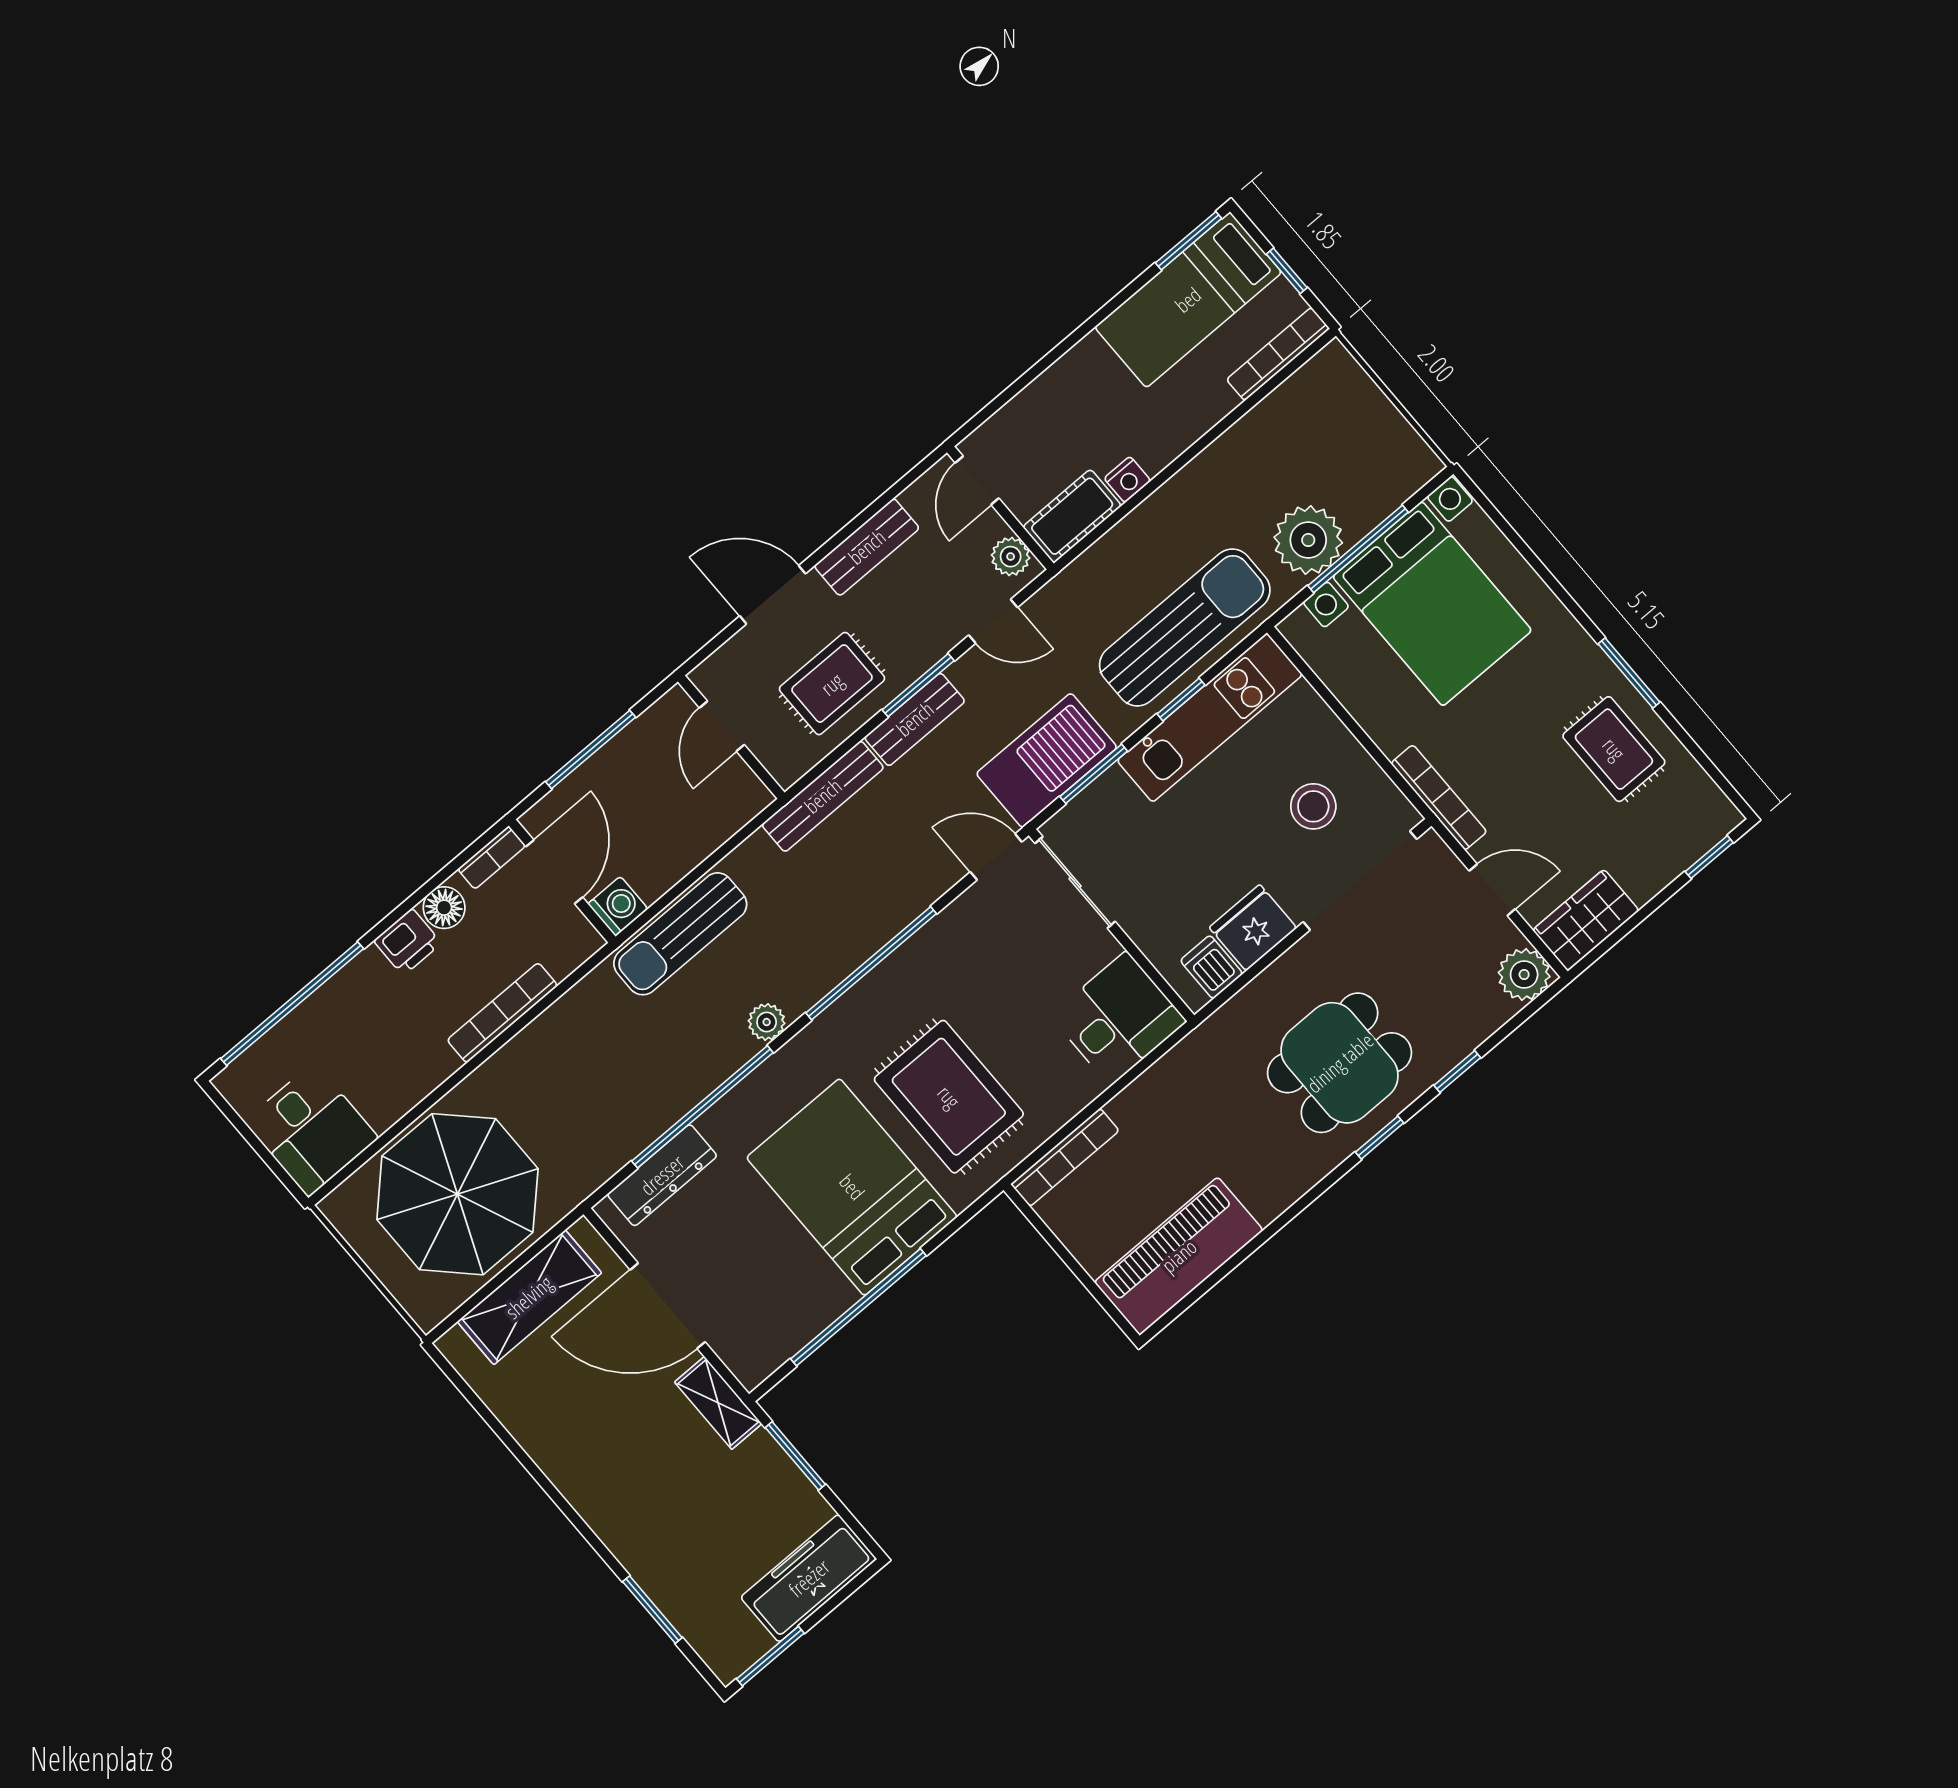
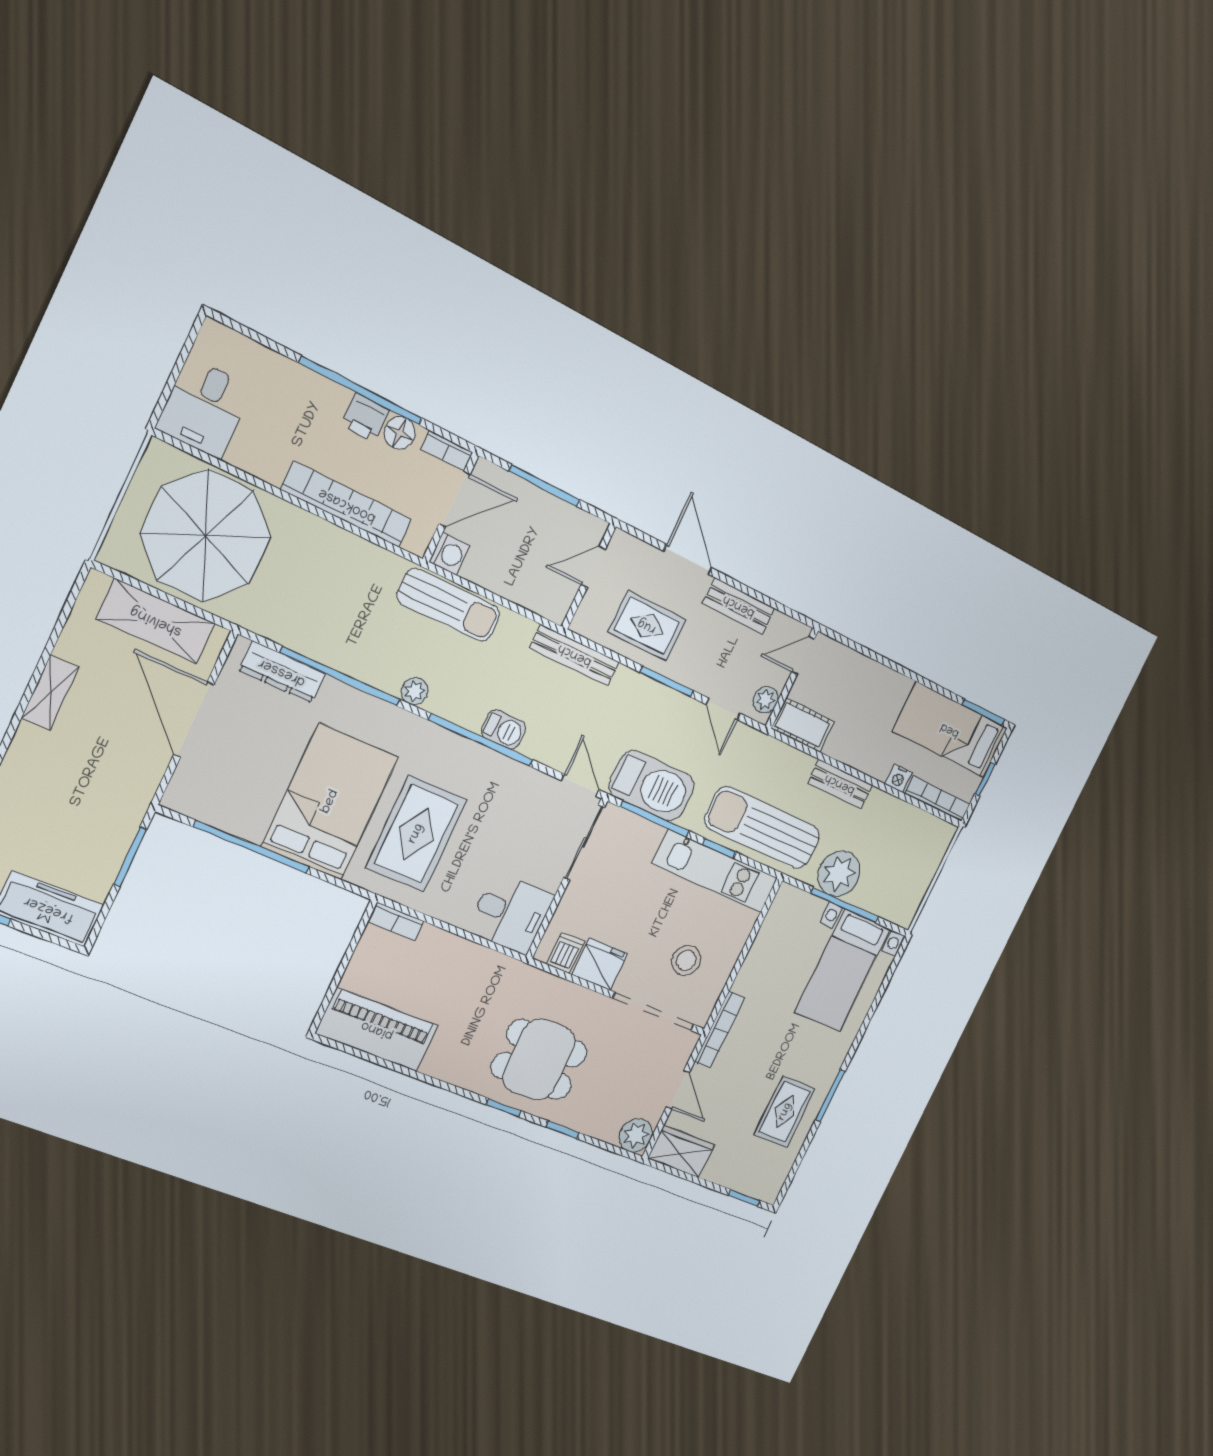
nightstand: (1127, 480) -> (899, 778), moved
bed with nightstands: (1432, 604) -> (842, 970), width x0.73
sun lounger: (1185, 627) -> (762, 828), turned 180
bench: (915, 719) -> (840, 784), moved
window: (1094, 774) -> (655, 819), width x1.44
barbecue: (872, 928) -> (504, 730), added
sun lounger: (680, 934) -> (449, 605), turned 180
window: (292, 1004) -> (361, 391), moved
bookcase: (502, 1013) -> (347, 505), width x1.48, depth x1.31
bookcase: (1065, 1157) -> (396, 921), width x0.64
shelving: (718, 1403) -> (50, 692), moved

